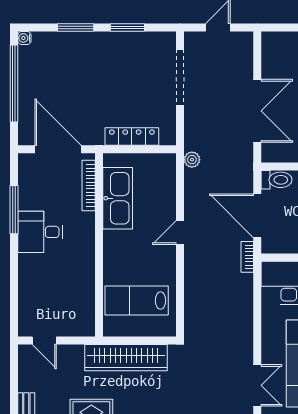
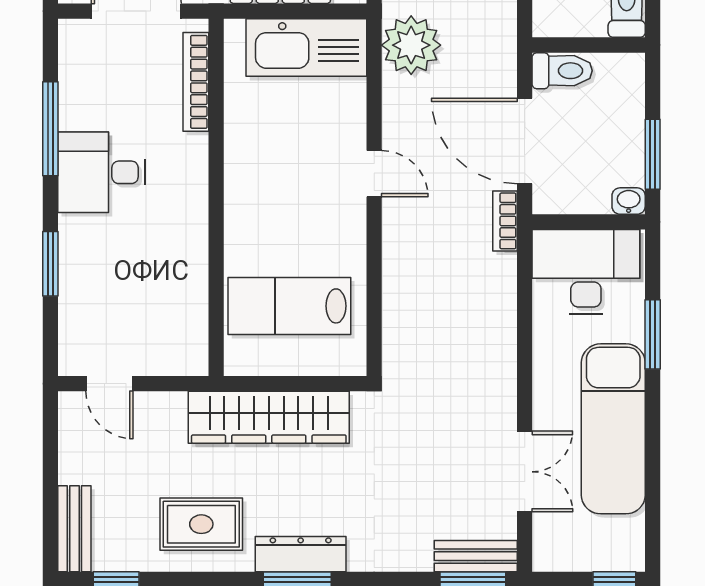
plant: (192, 160) -> (411, 45), width x1.87, depth x1.87
kitchen sink: (118, 198) -> (306, 48), moved, turned 90
door: (180, 233) -> (374, 174), swing flipped
window: (14, 279) -> (50, 264), added

